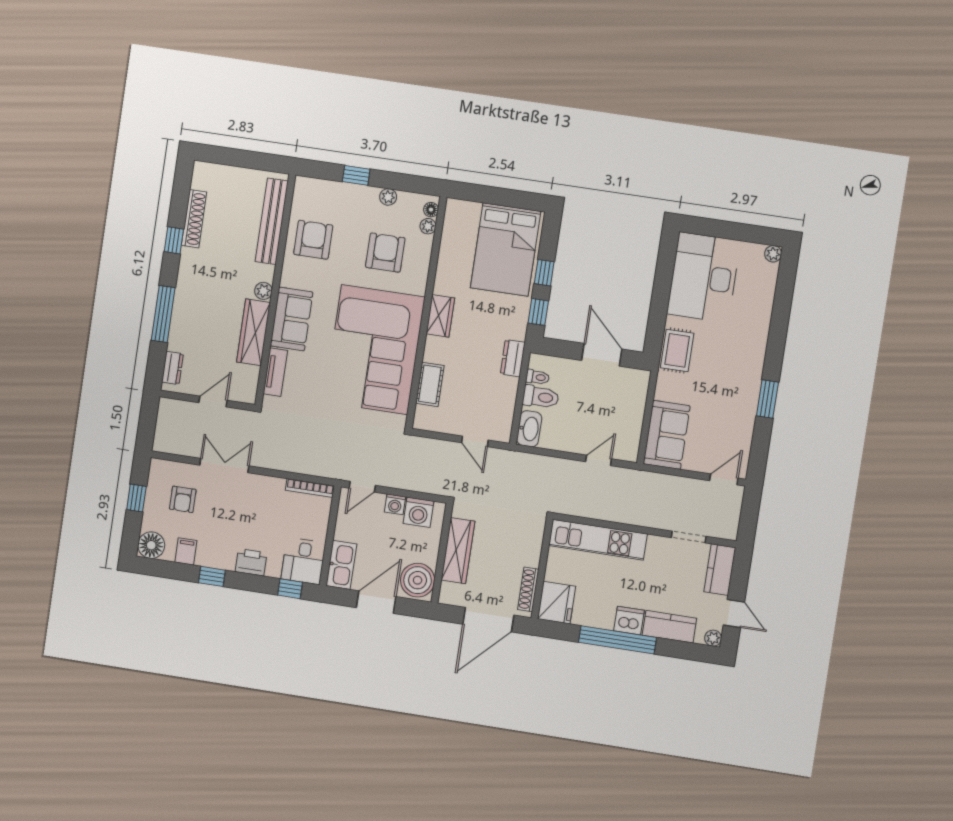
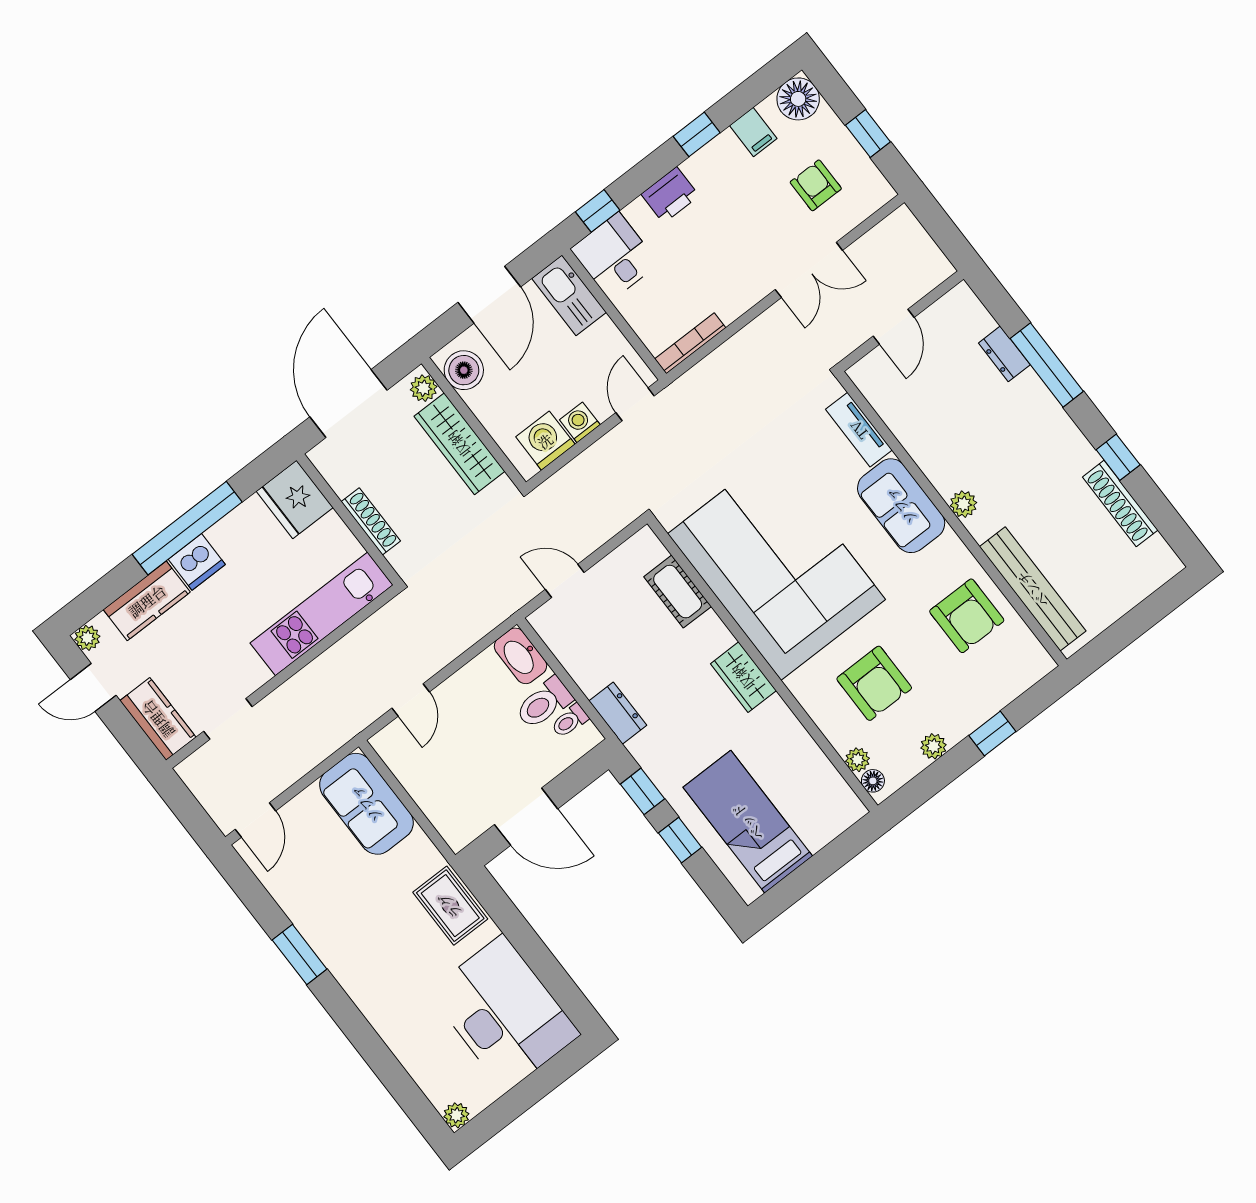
bed: (505, 250) -> (748, 822), width x0.67
wardrobe: (254, 332) -> (928, 448), removed
dresser: (172, 368) -> (1004, 354), moved
boiler: (418, 580) -> (464, 370), width x0.73, depth x0.73
shoe rack: (528, 589) -> (371, 521), moved
plant: (448, 592) -> (424, 388), added

